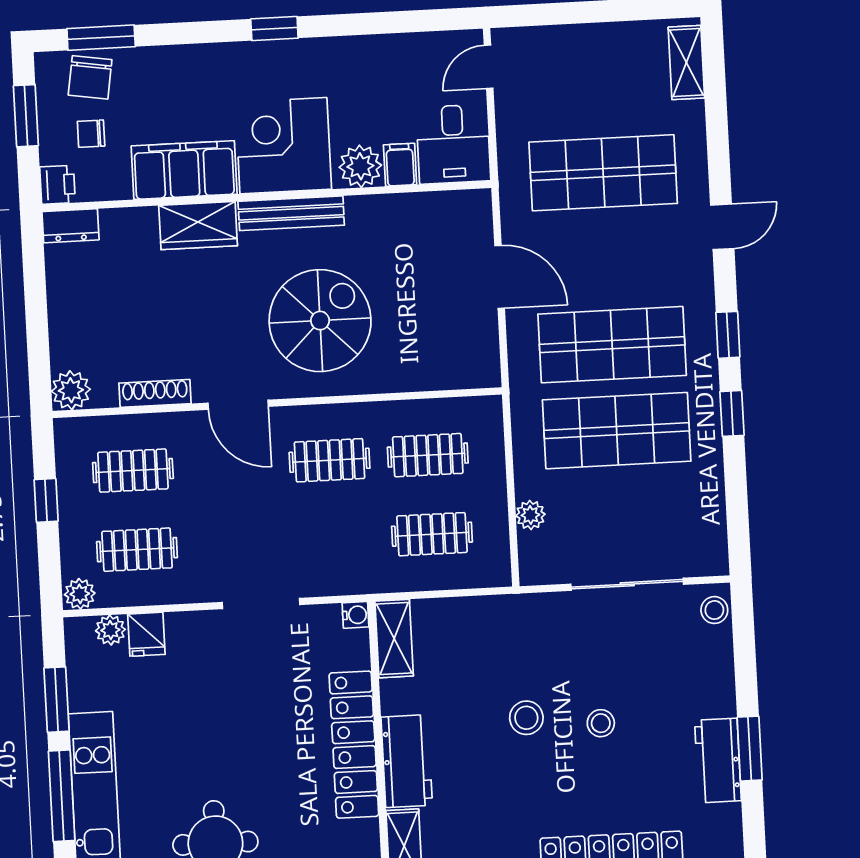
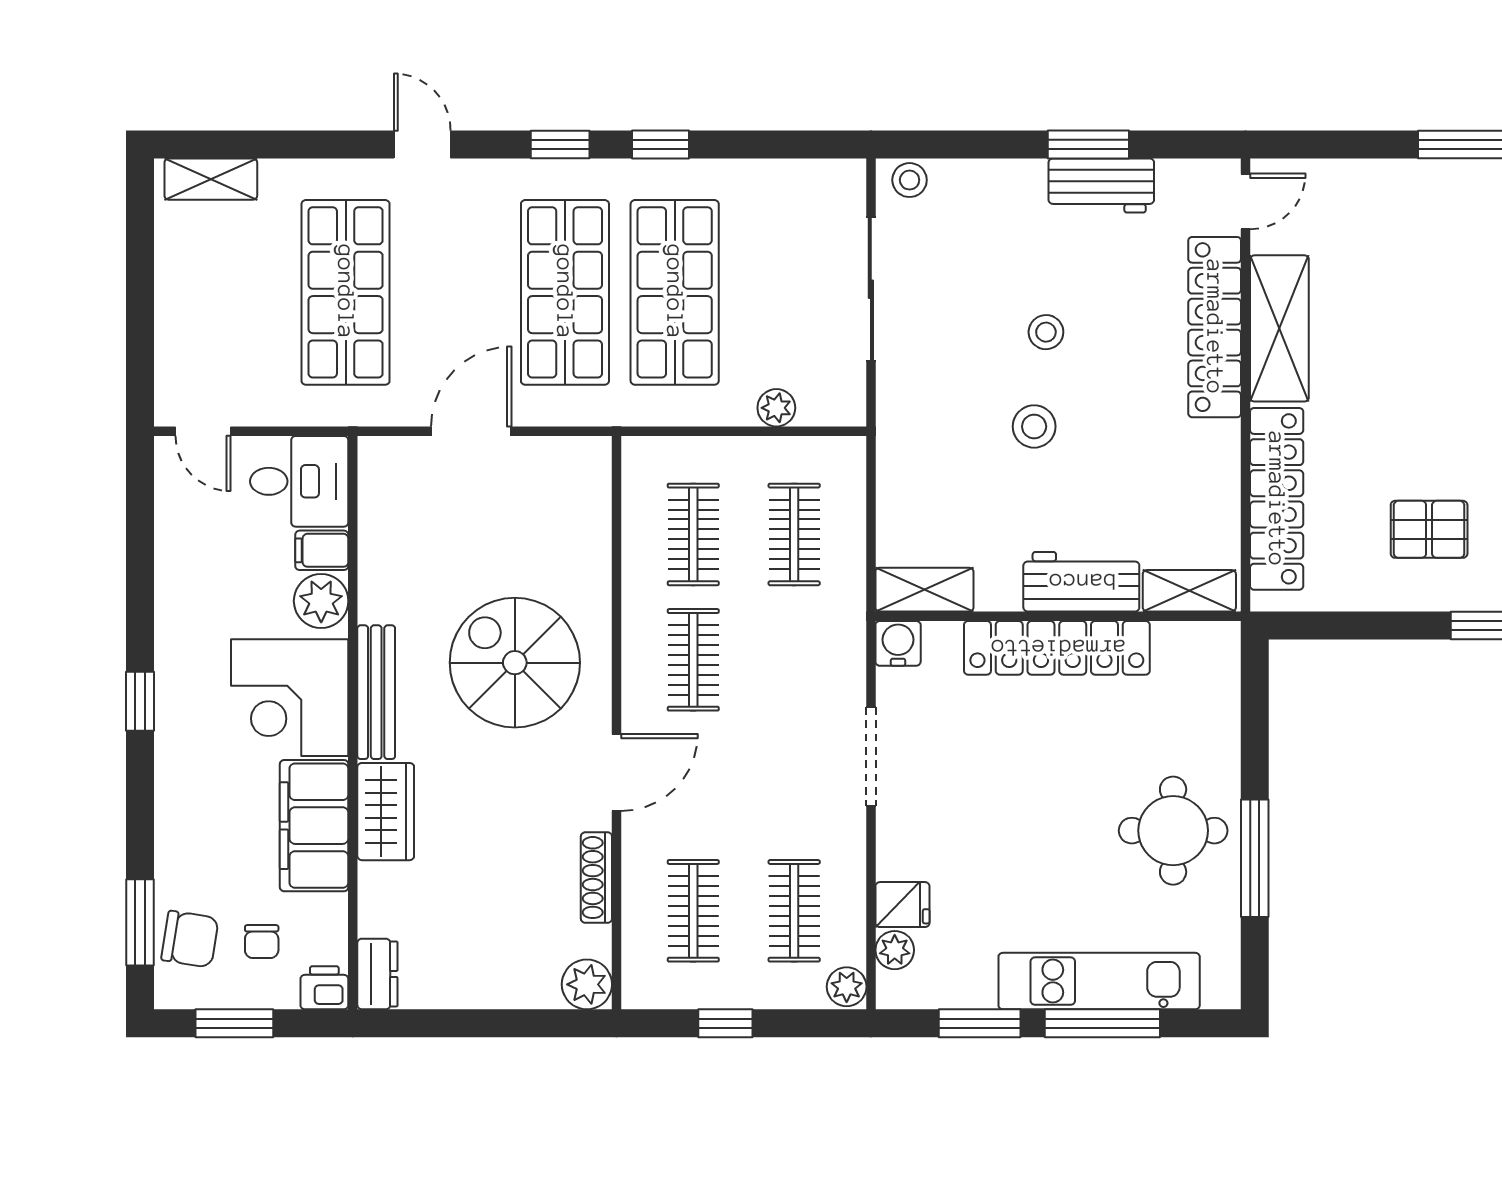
water cooler: (355, 615) -> (898, 643), width x1.38, depth x1.38

